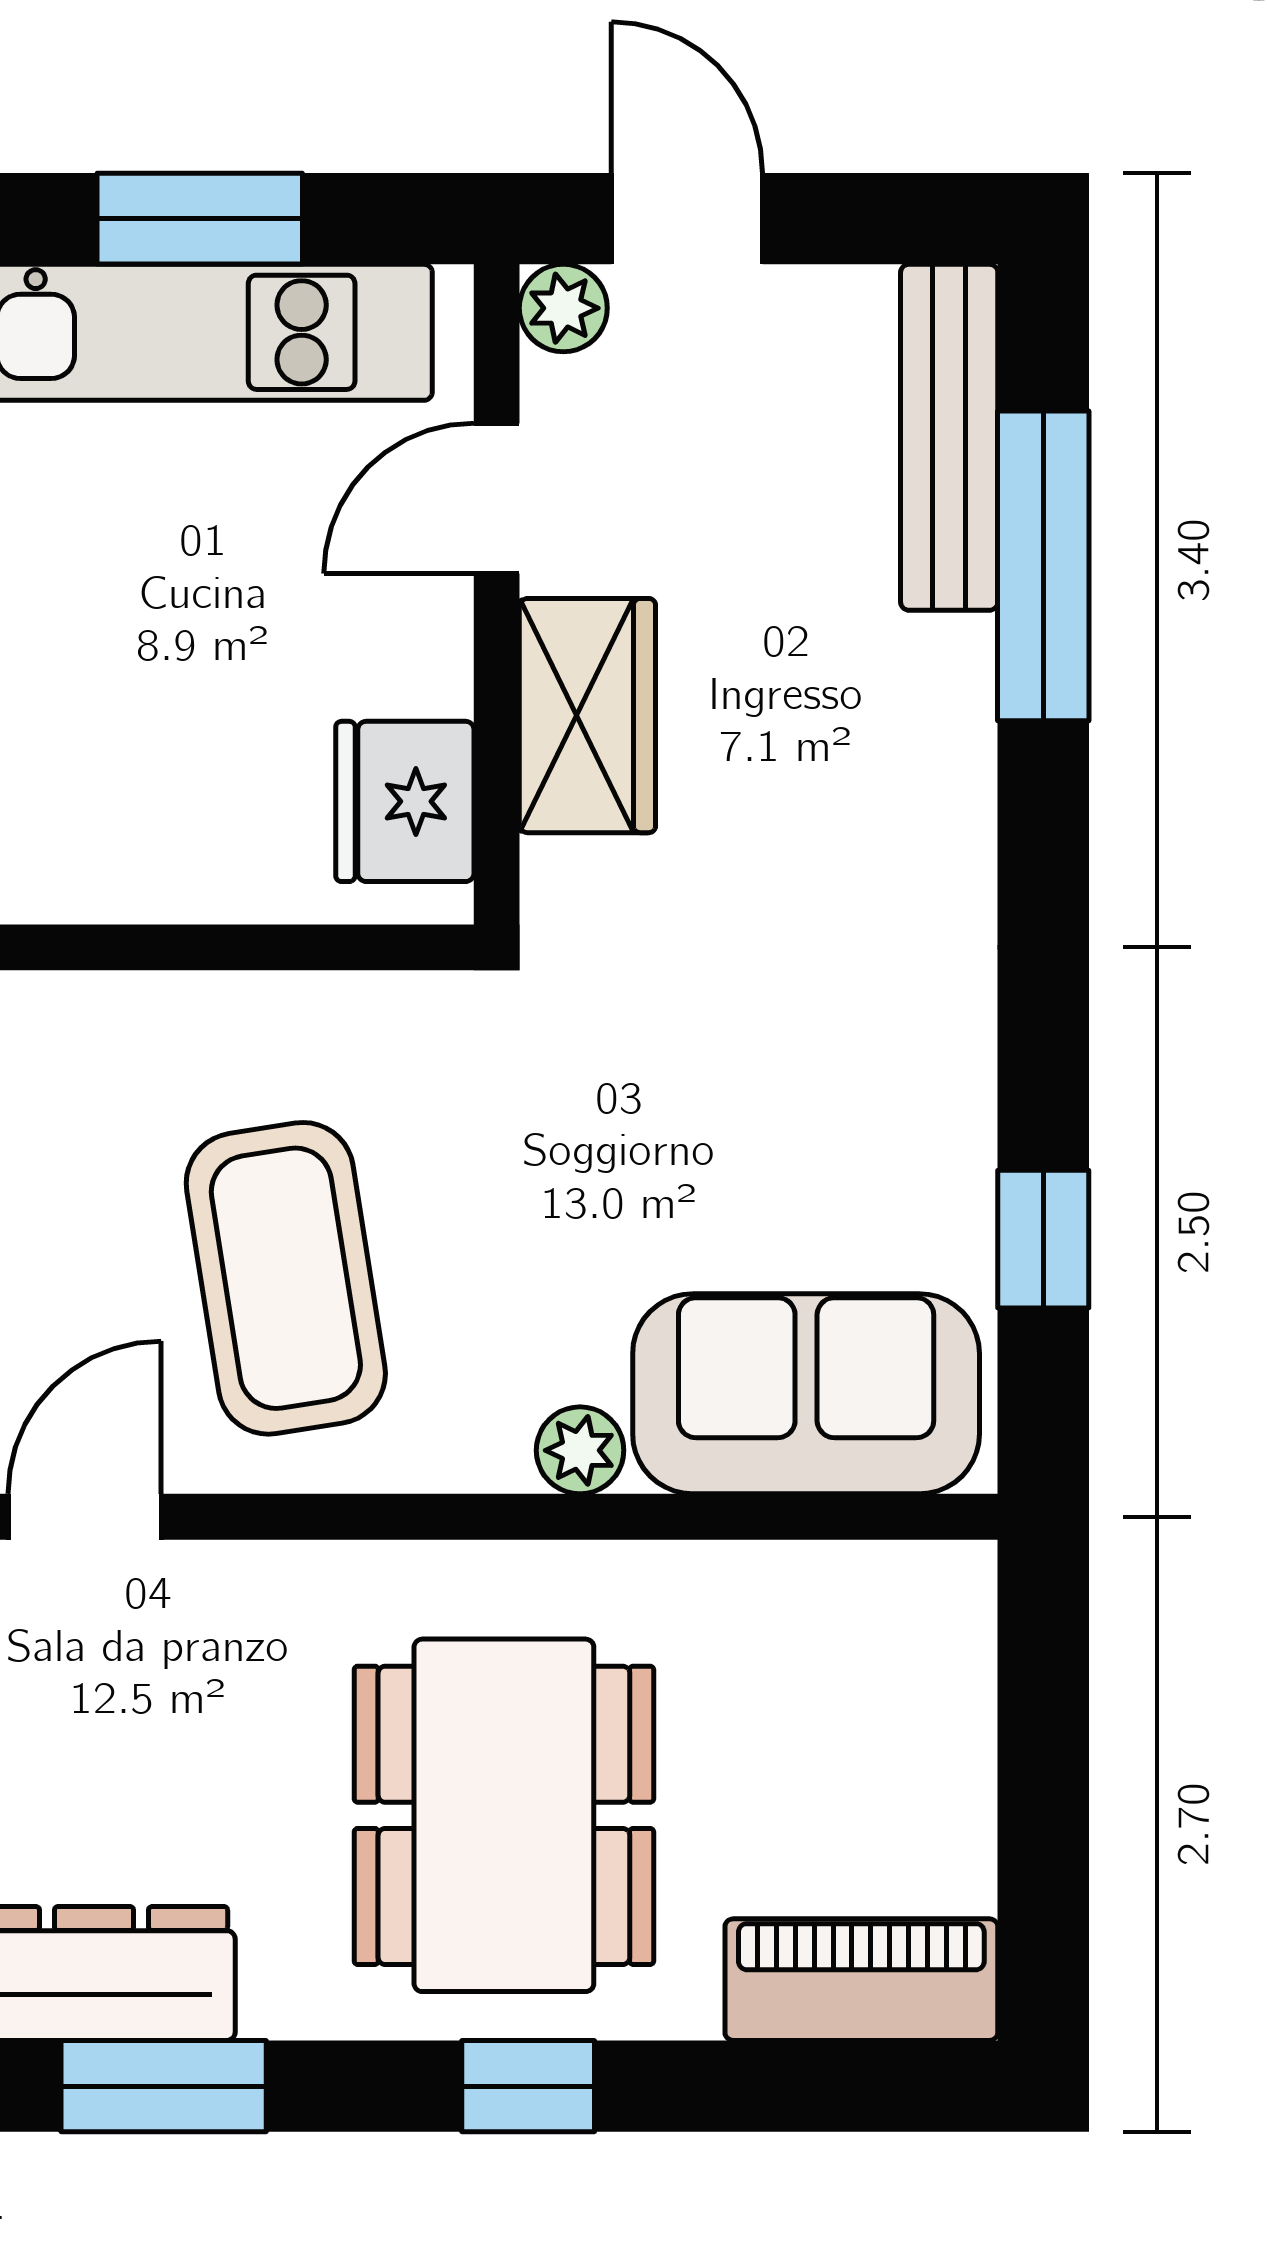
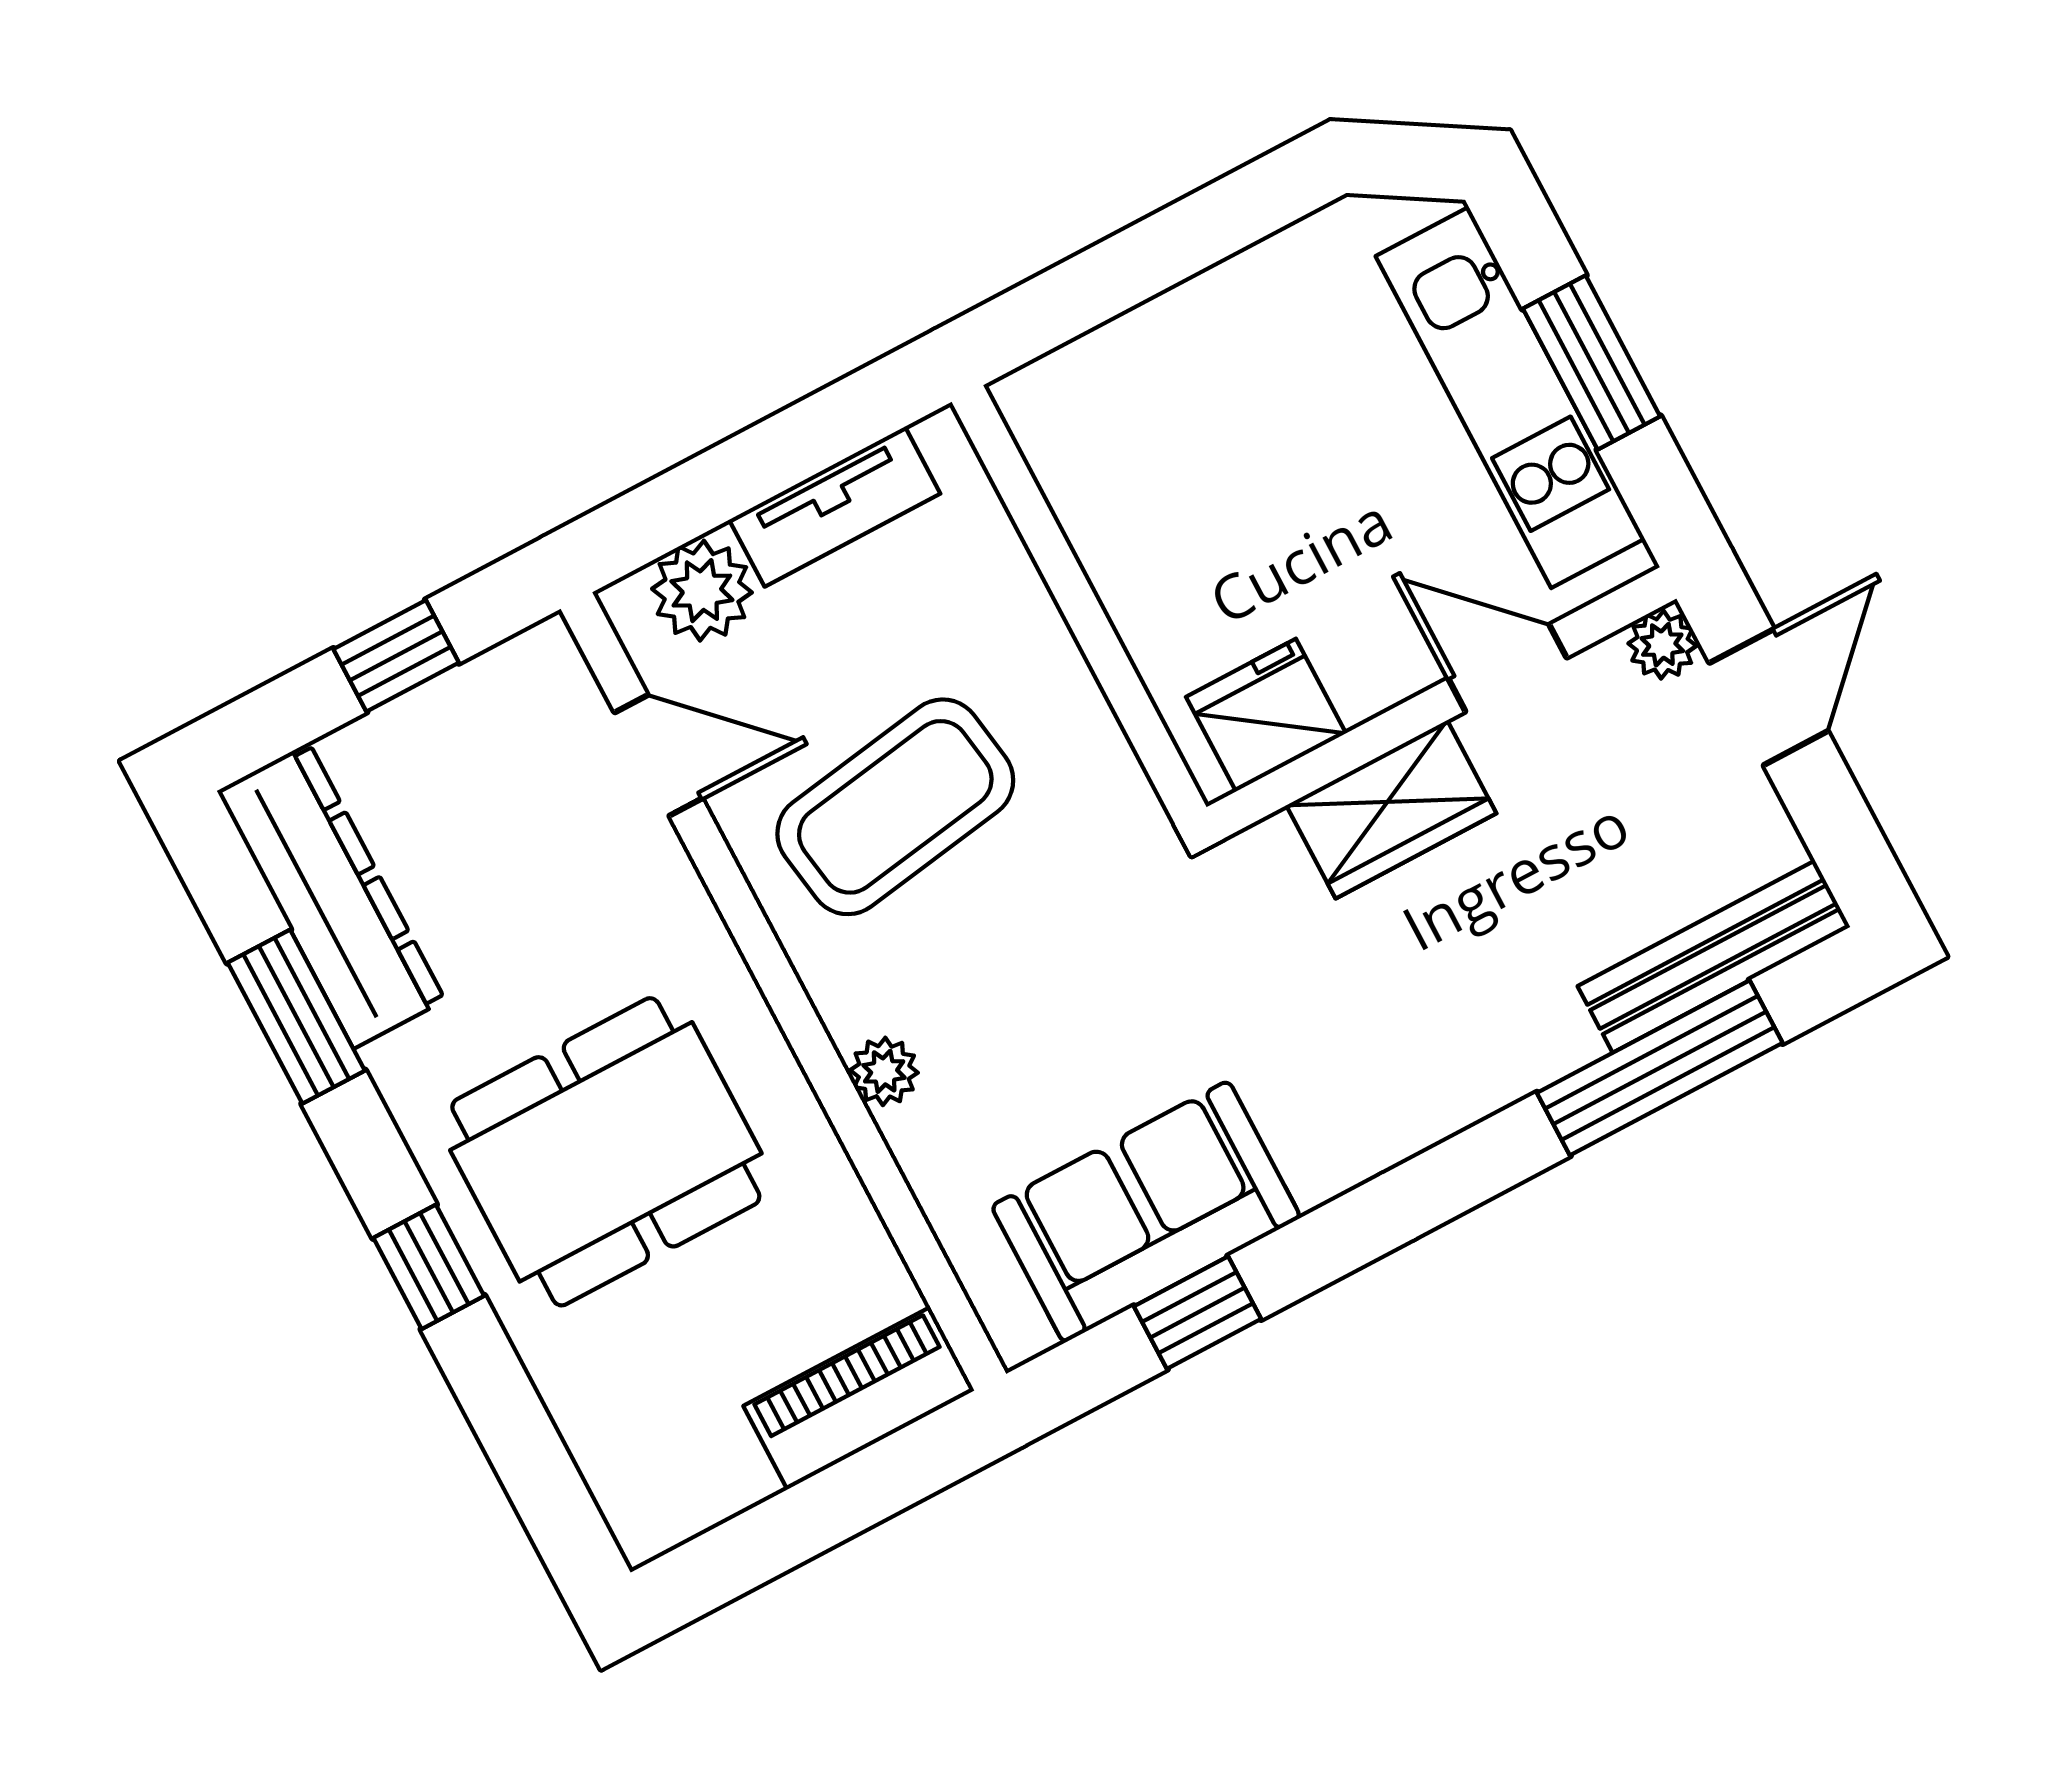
sofa: (806, 1394) -> (1146, 1212), moved, turned -90
piano: (861, 1980) -> (859, 1398), moved, turned -90

